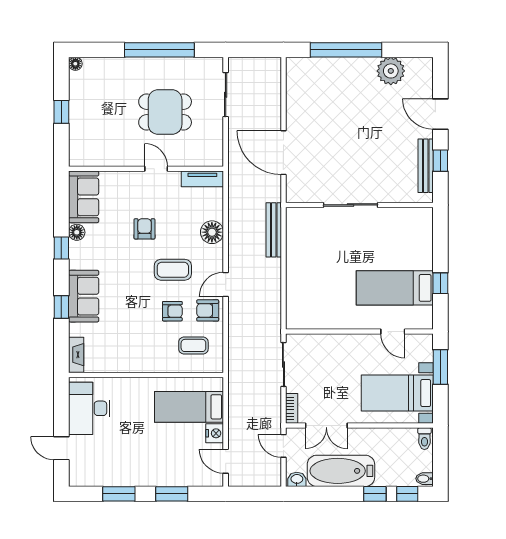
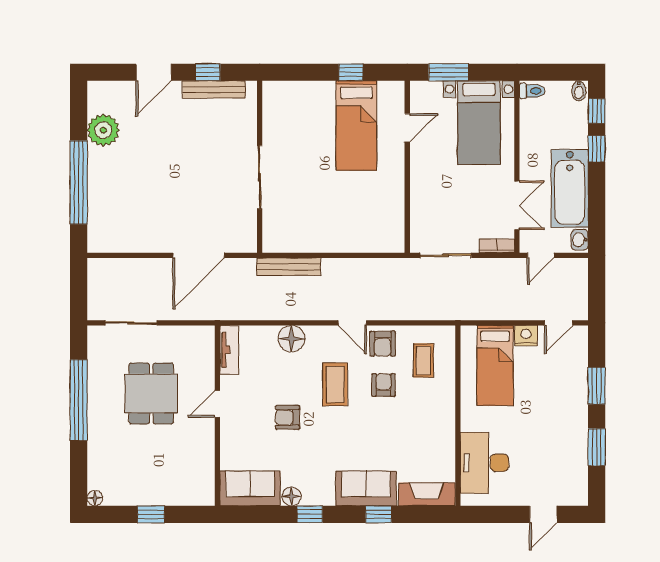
fireplace: (76, 355) -> (427, 494), width x1.37, depth x1.32
desk: (89, 408) -> (484, 463), moved, turned 90

